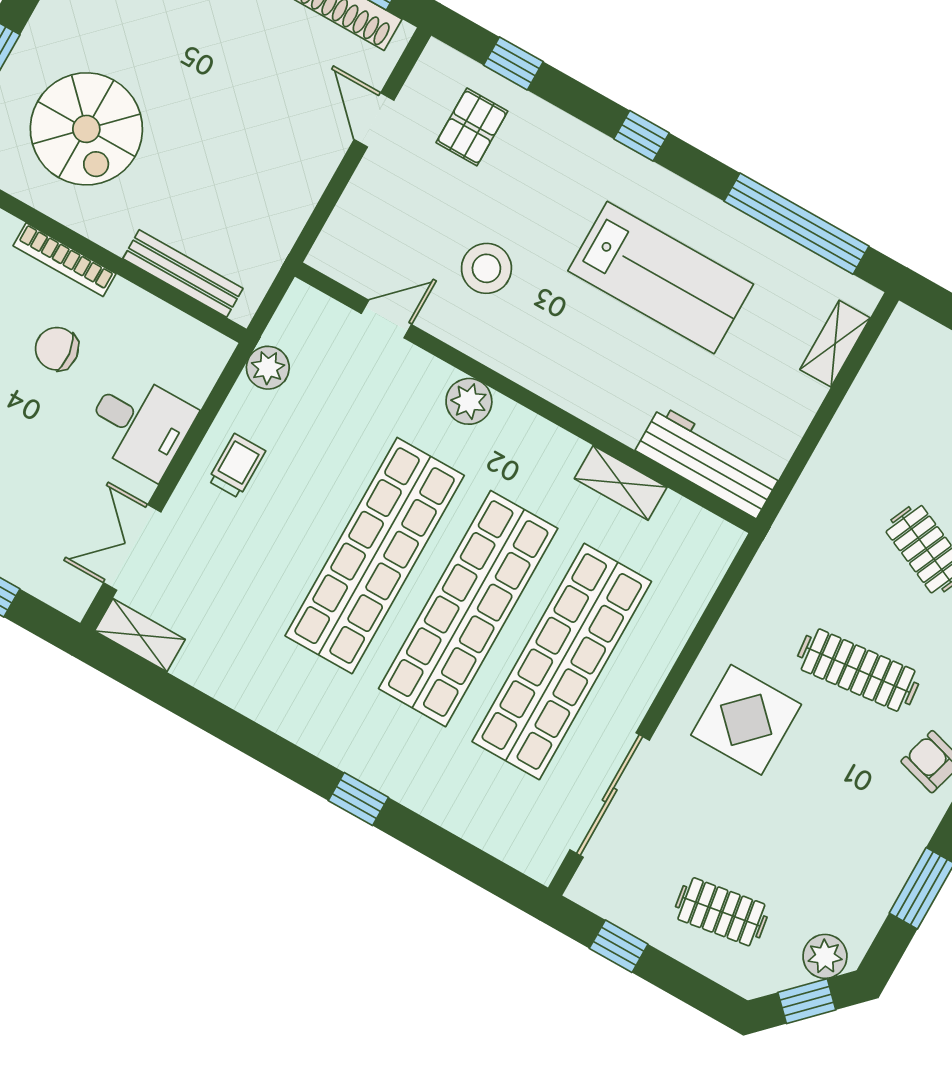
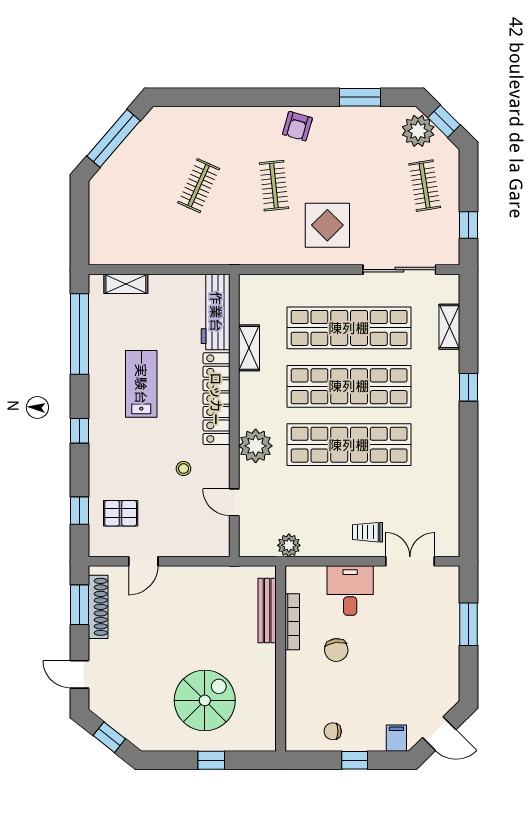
spiral stairs: (86, 129) -> (205, 700), moved
bookcase: (65, 260) -> (292, 622), moved
stool: (486, 268) -> (184, 469), width x0.53, depth x0.53
lab bench: (661, 277) -> (141, 384), width x0.73, depth x0.72
locker: (569, 385) -> (216, 399), added
plant: (469, 401) -> (256, 446), width x1.36, depth x1.36
trolley: (237, 466) -> (367, 532), moved
double door: (132, 547) -> (410, 561), swing flipped
shelving: (140, 635) -> (449, 327), moved
clothes rail: (858, 670) -> (274, 186), width x0.73
plant: (825, 956) -> (418, 131), width x1.36, depth x1.36

